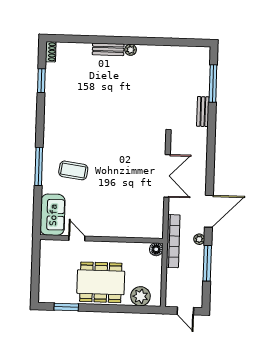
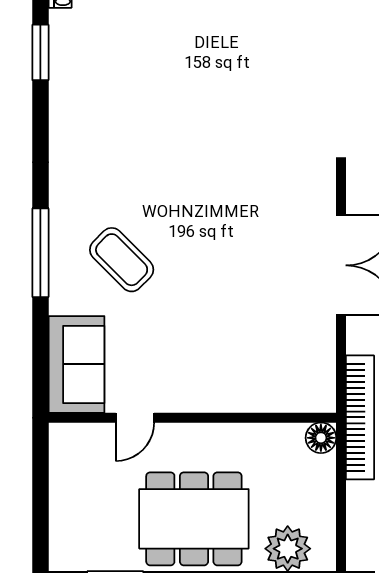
coffee table: (73, 170) -> (122, 260), turned 37
door: (77, 238) -> (135, 418), swing flipped

